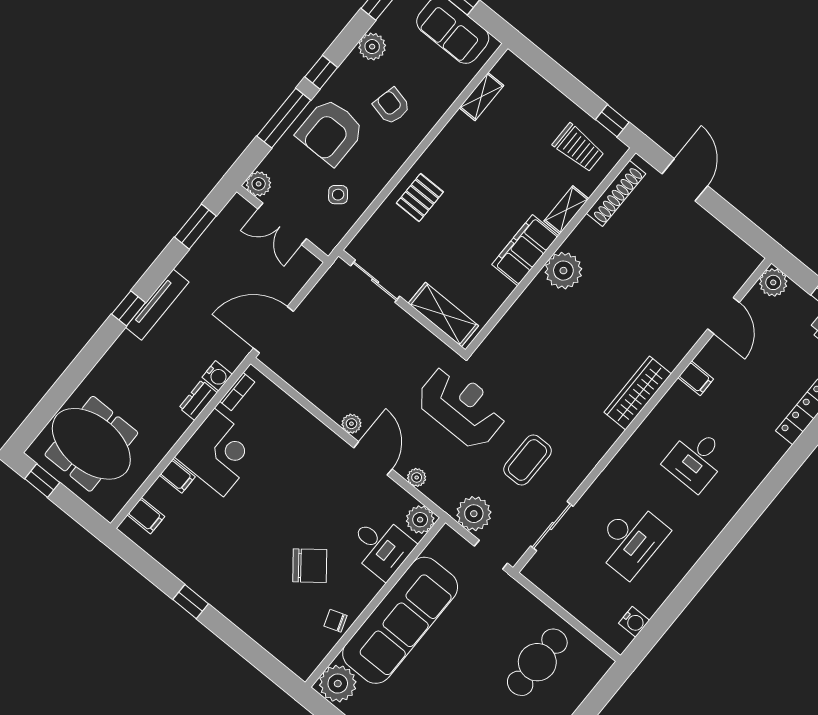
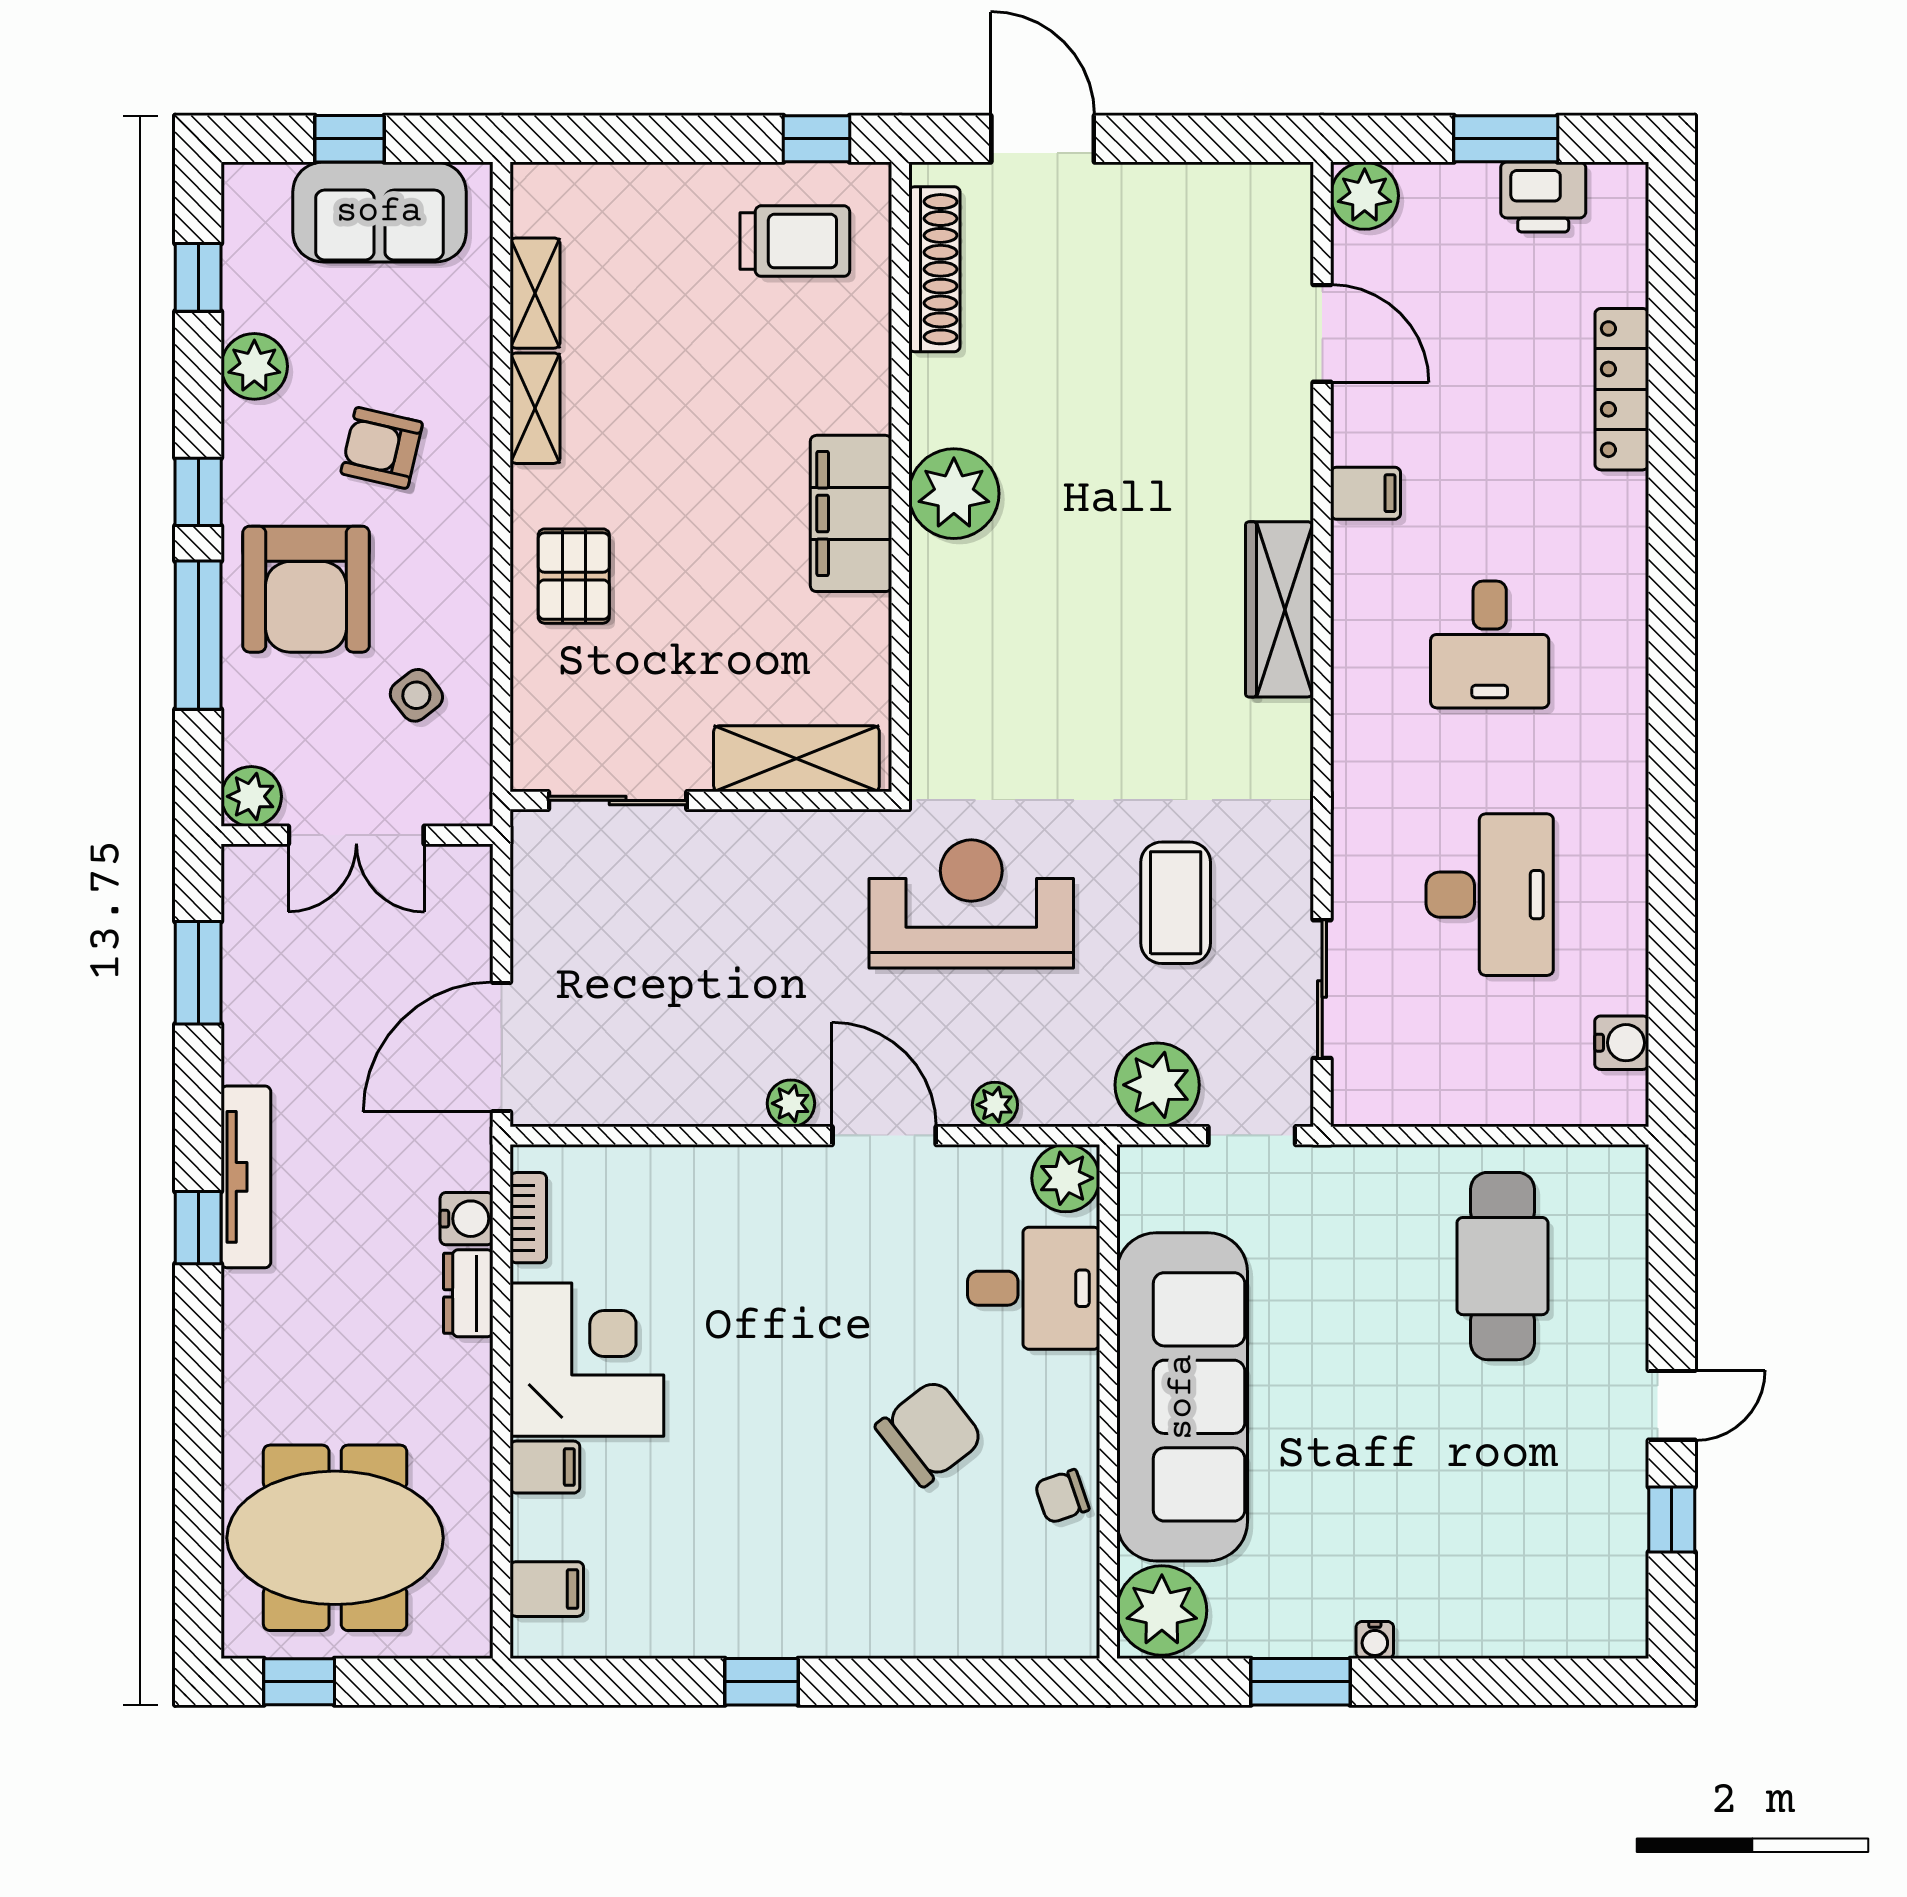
shelving: (566, 210) -> (535, 408), moved

